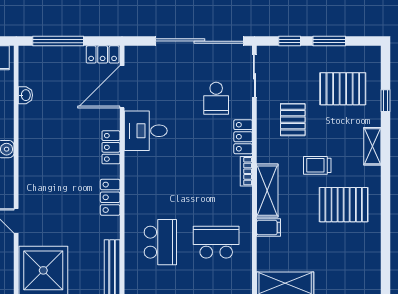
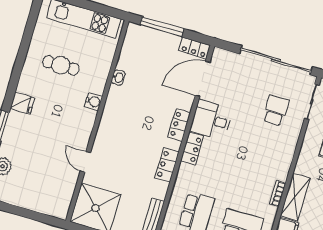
washbasin: (25, 95) -> (118, 78), moved
school desk: (216, 98) -> (276, 110), turned 180
locker: (243, 137) -> (192, 149), moved, turned 180
bookcase: (246, 171) -> (278, 194), moved

